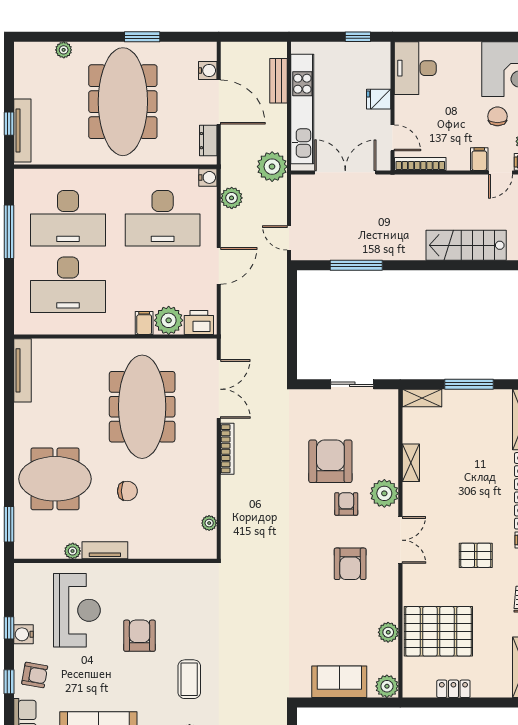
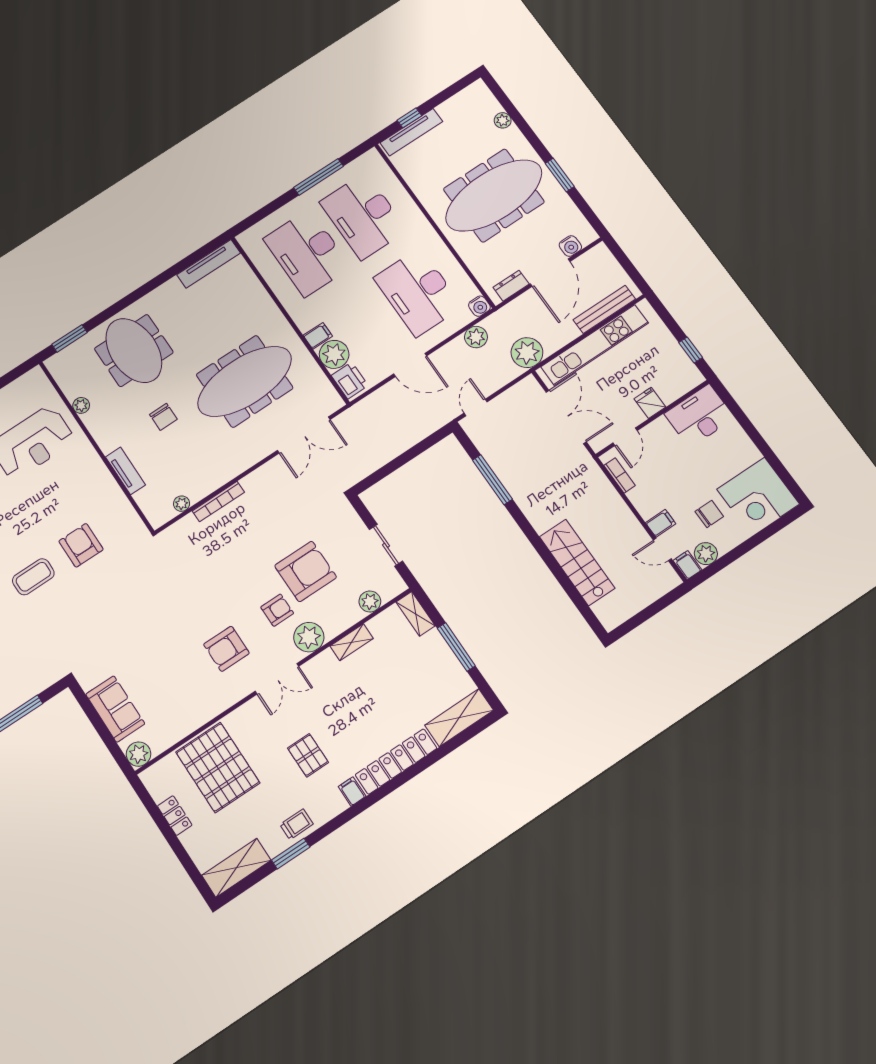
bench: (279, 81) -> (604, 309), width x1.36
bookcase: (420, 164) -> (620, 475), width x0.64
bookcase: (227, 449) -> (218, 502), moved
tv unit: (105, 550) -> (125, 471), moved
plant: (388, 632) -> (370, 601), moved
armchair: (140, 636) -> (81, 545), moved, turned -90

